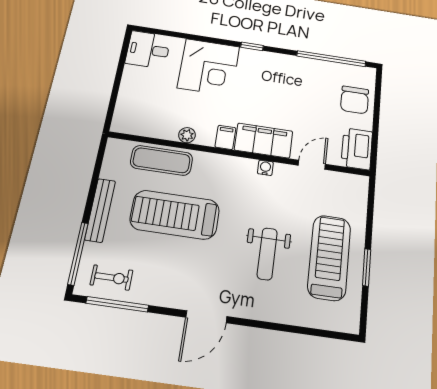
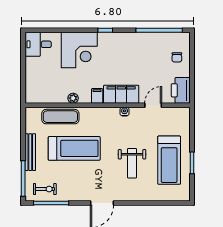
chair: (355, 100) -> (177, 57), width x0.54, depth x0.54
treadmill: (175, 215) -> (74, 148), turned 180
treadmill: (329, 257) -> (169, 160), turned 180

